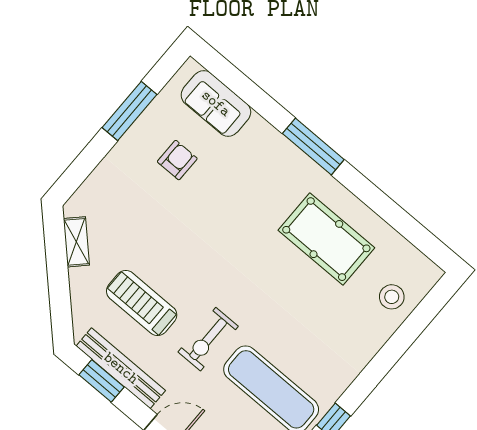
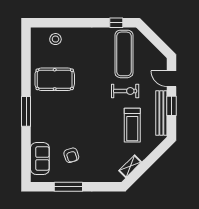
armchair: (177, 160) -> (71, 155), turned -108
pool table: (326, 239) -> (55, 79), turned 90
window: (101, 381) -> (172, 106), moved

